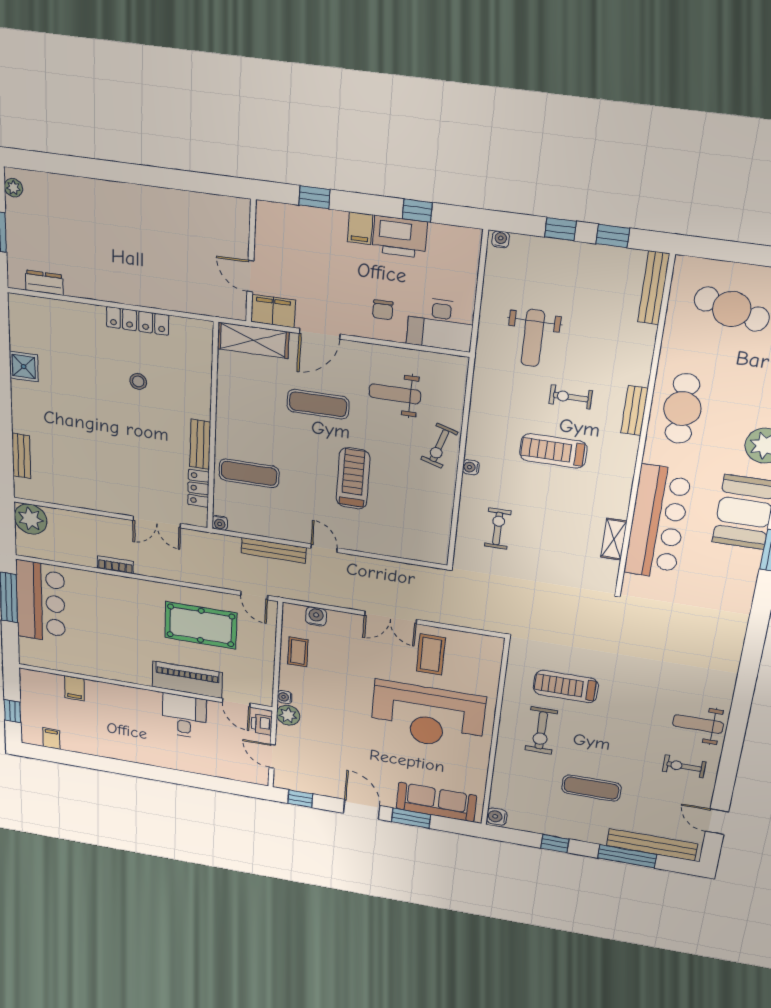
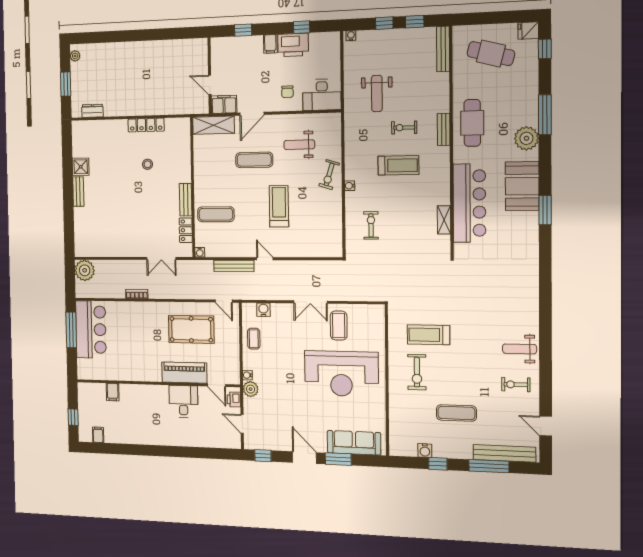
treadmill: (553, 451) -> (398, 165), turned 180
bench: (21, 456) -> (78, 192), moved
water cooler: (497, 817) -> (425, 451), moved, turned -90

